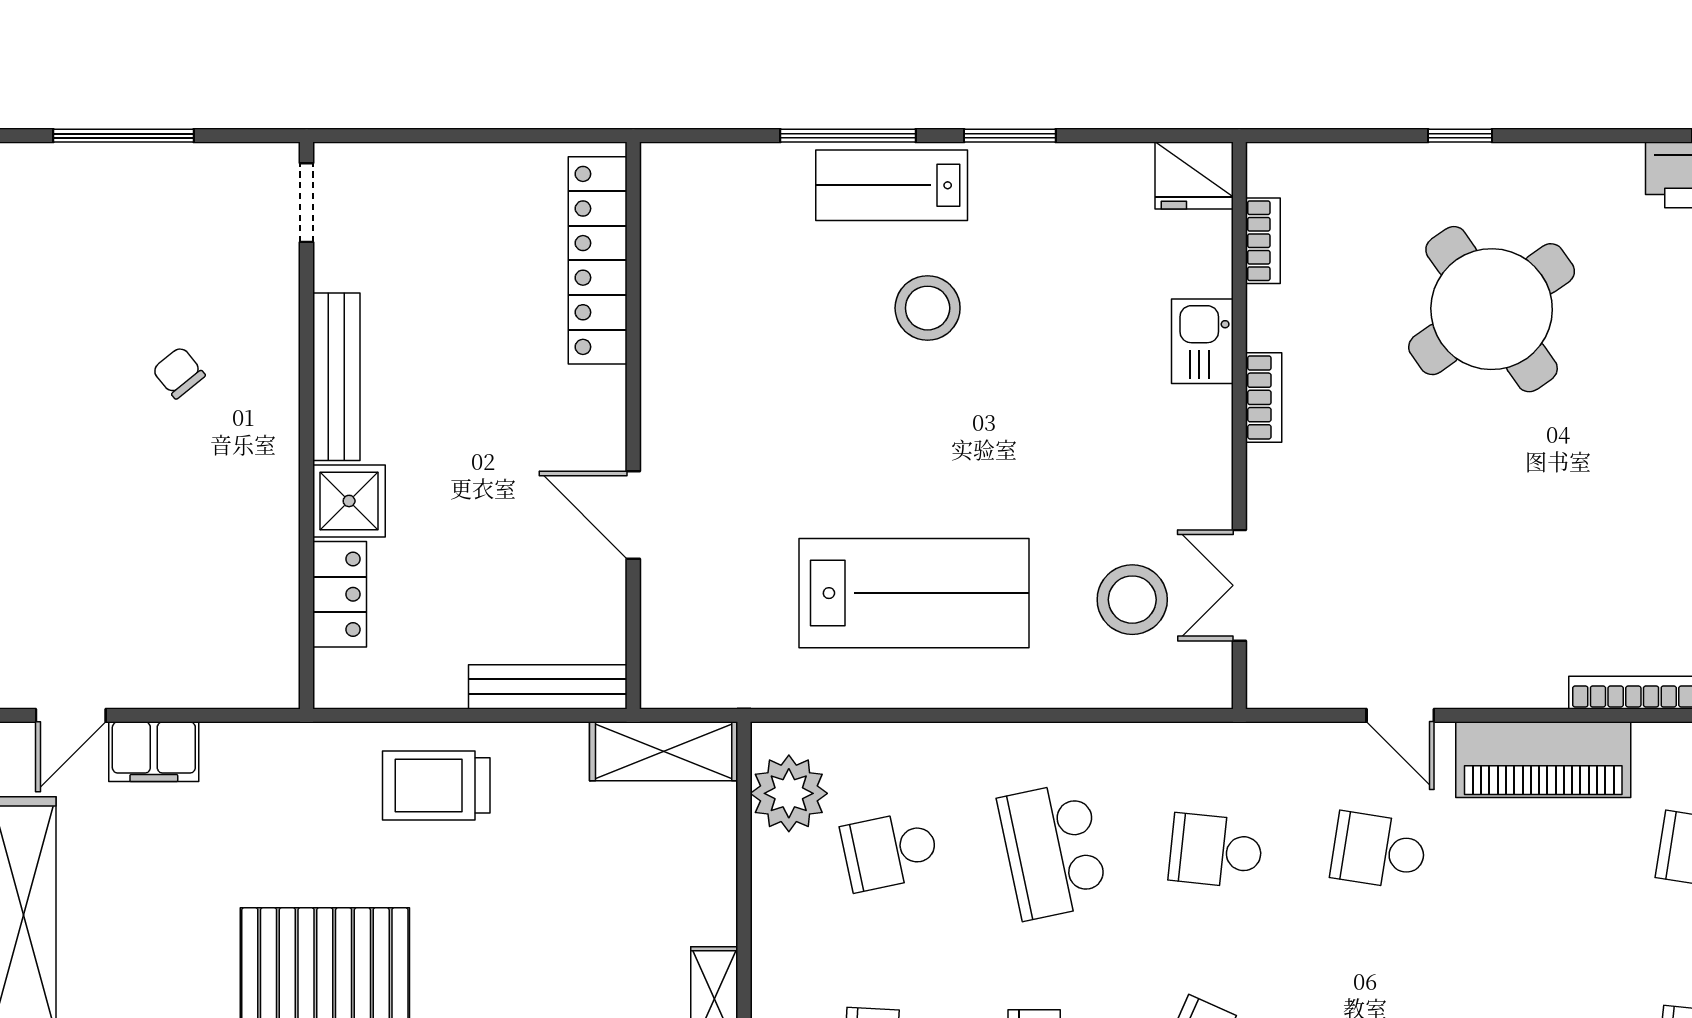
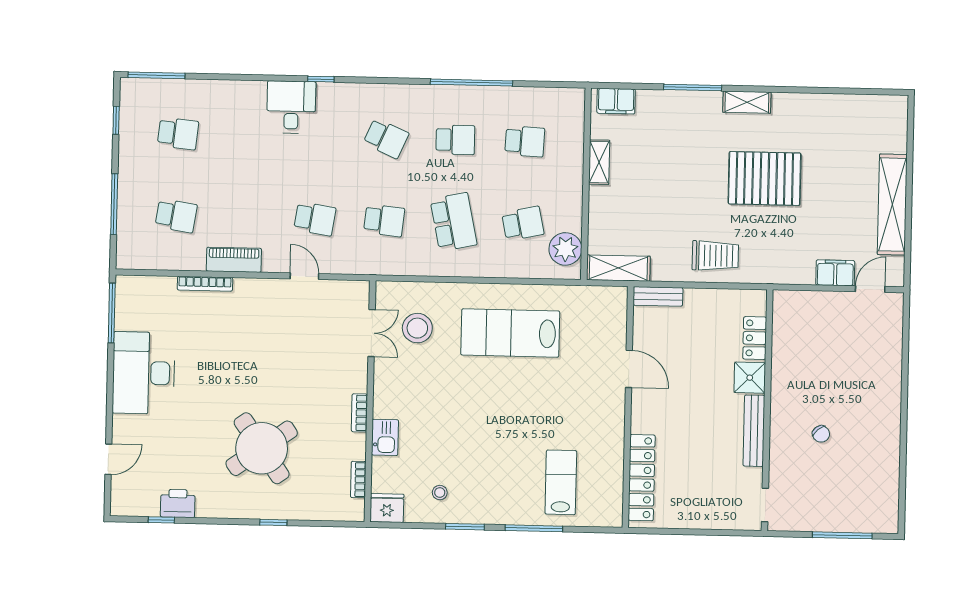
lab bench: (892, 185) -> (561, 482), moved, turned -90
stool: (928, 308) -> (440, 493), moved, width x0.53, depth x0.53
bench: (548, 687) -> (658, 296), width x0.73
piano: (1543, 760) -> (234, 260), width x0.73, depth x0.75

